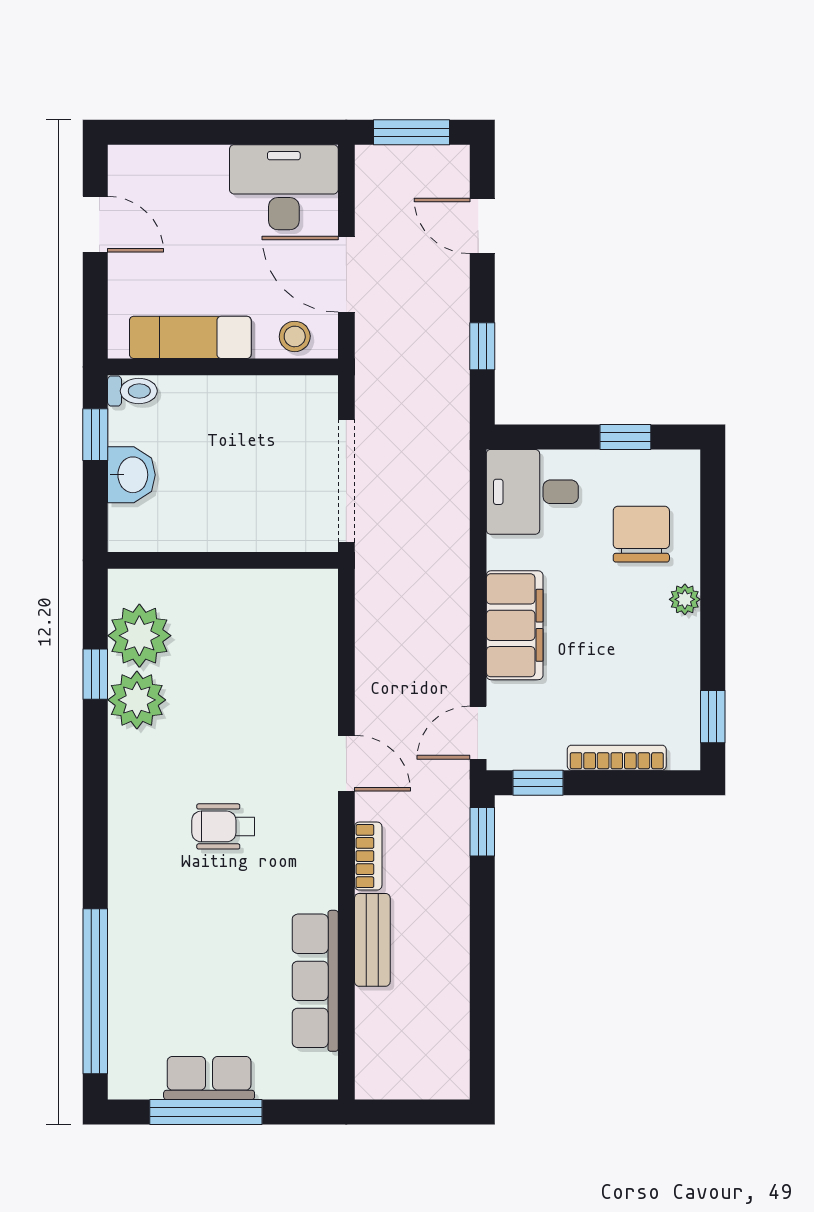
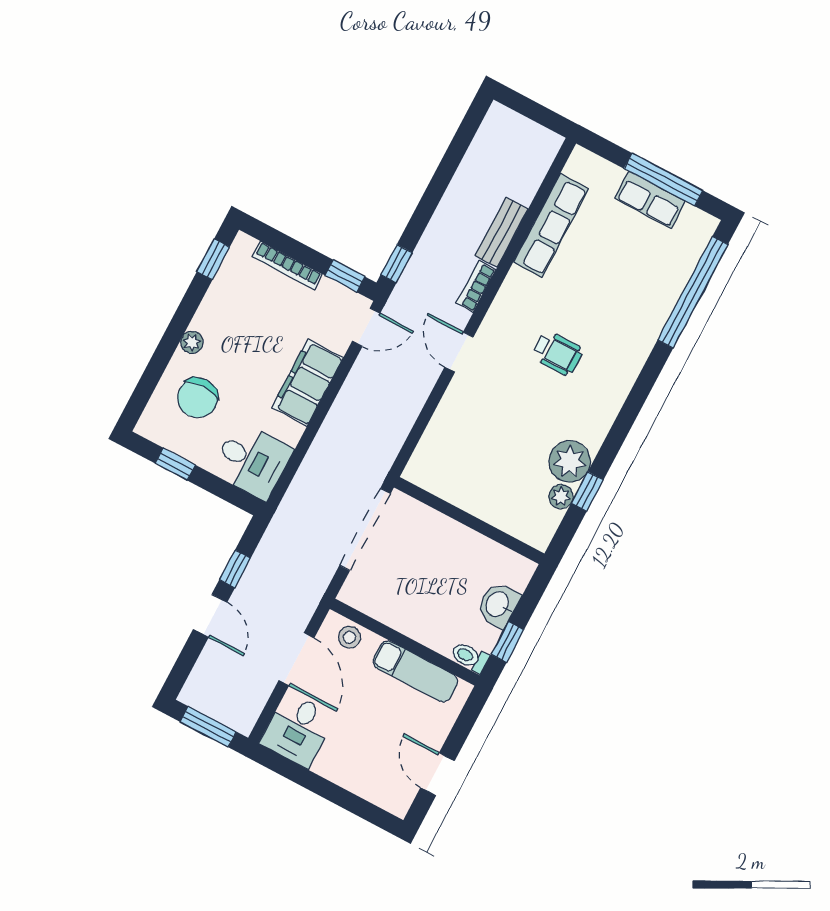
desk: (284, 187) -> (297, 730), width x0.73
door: (482, 226) -> (210, 616), moved
plant: (139, 636) -> (561, 497), width x0.53, depth x0.53

